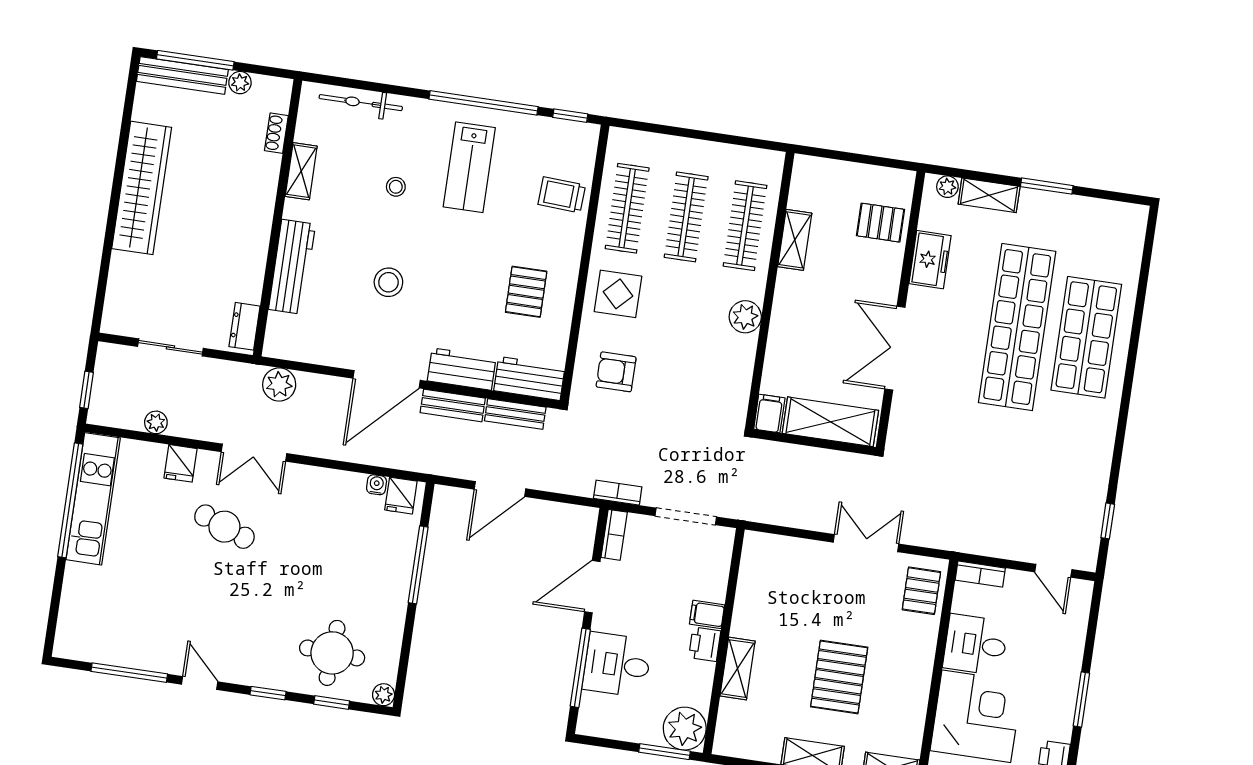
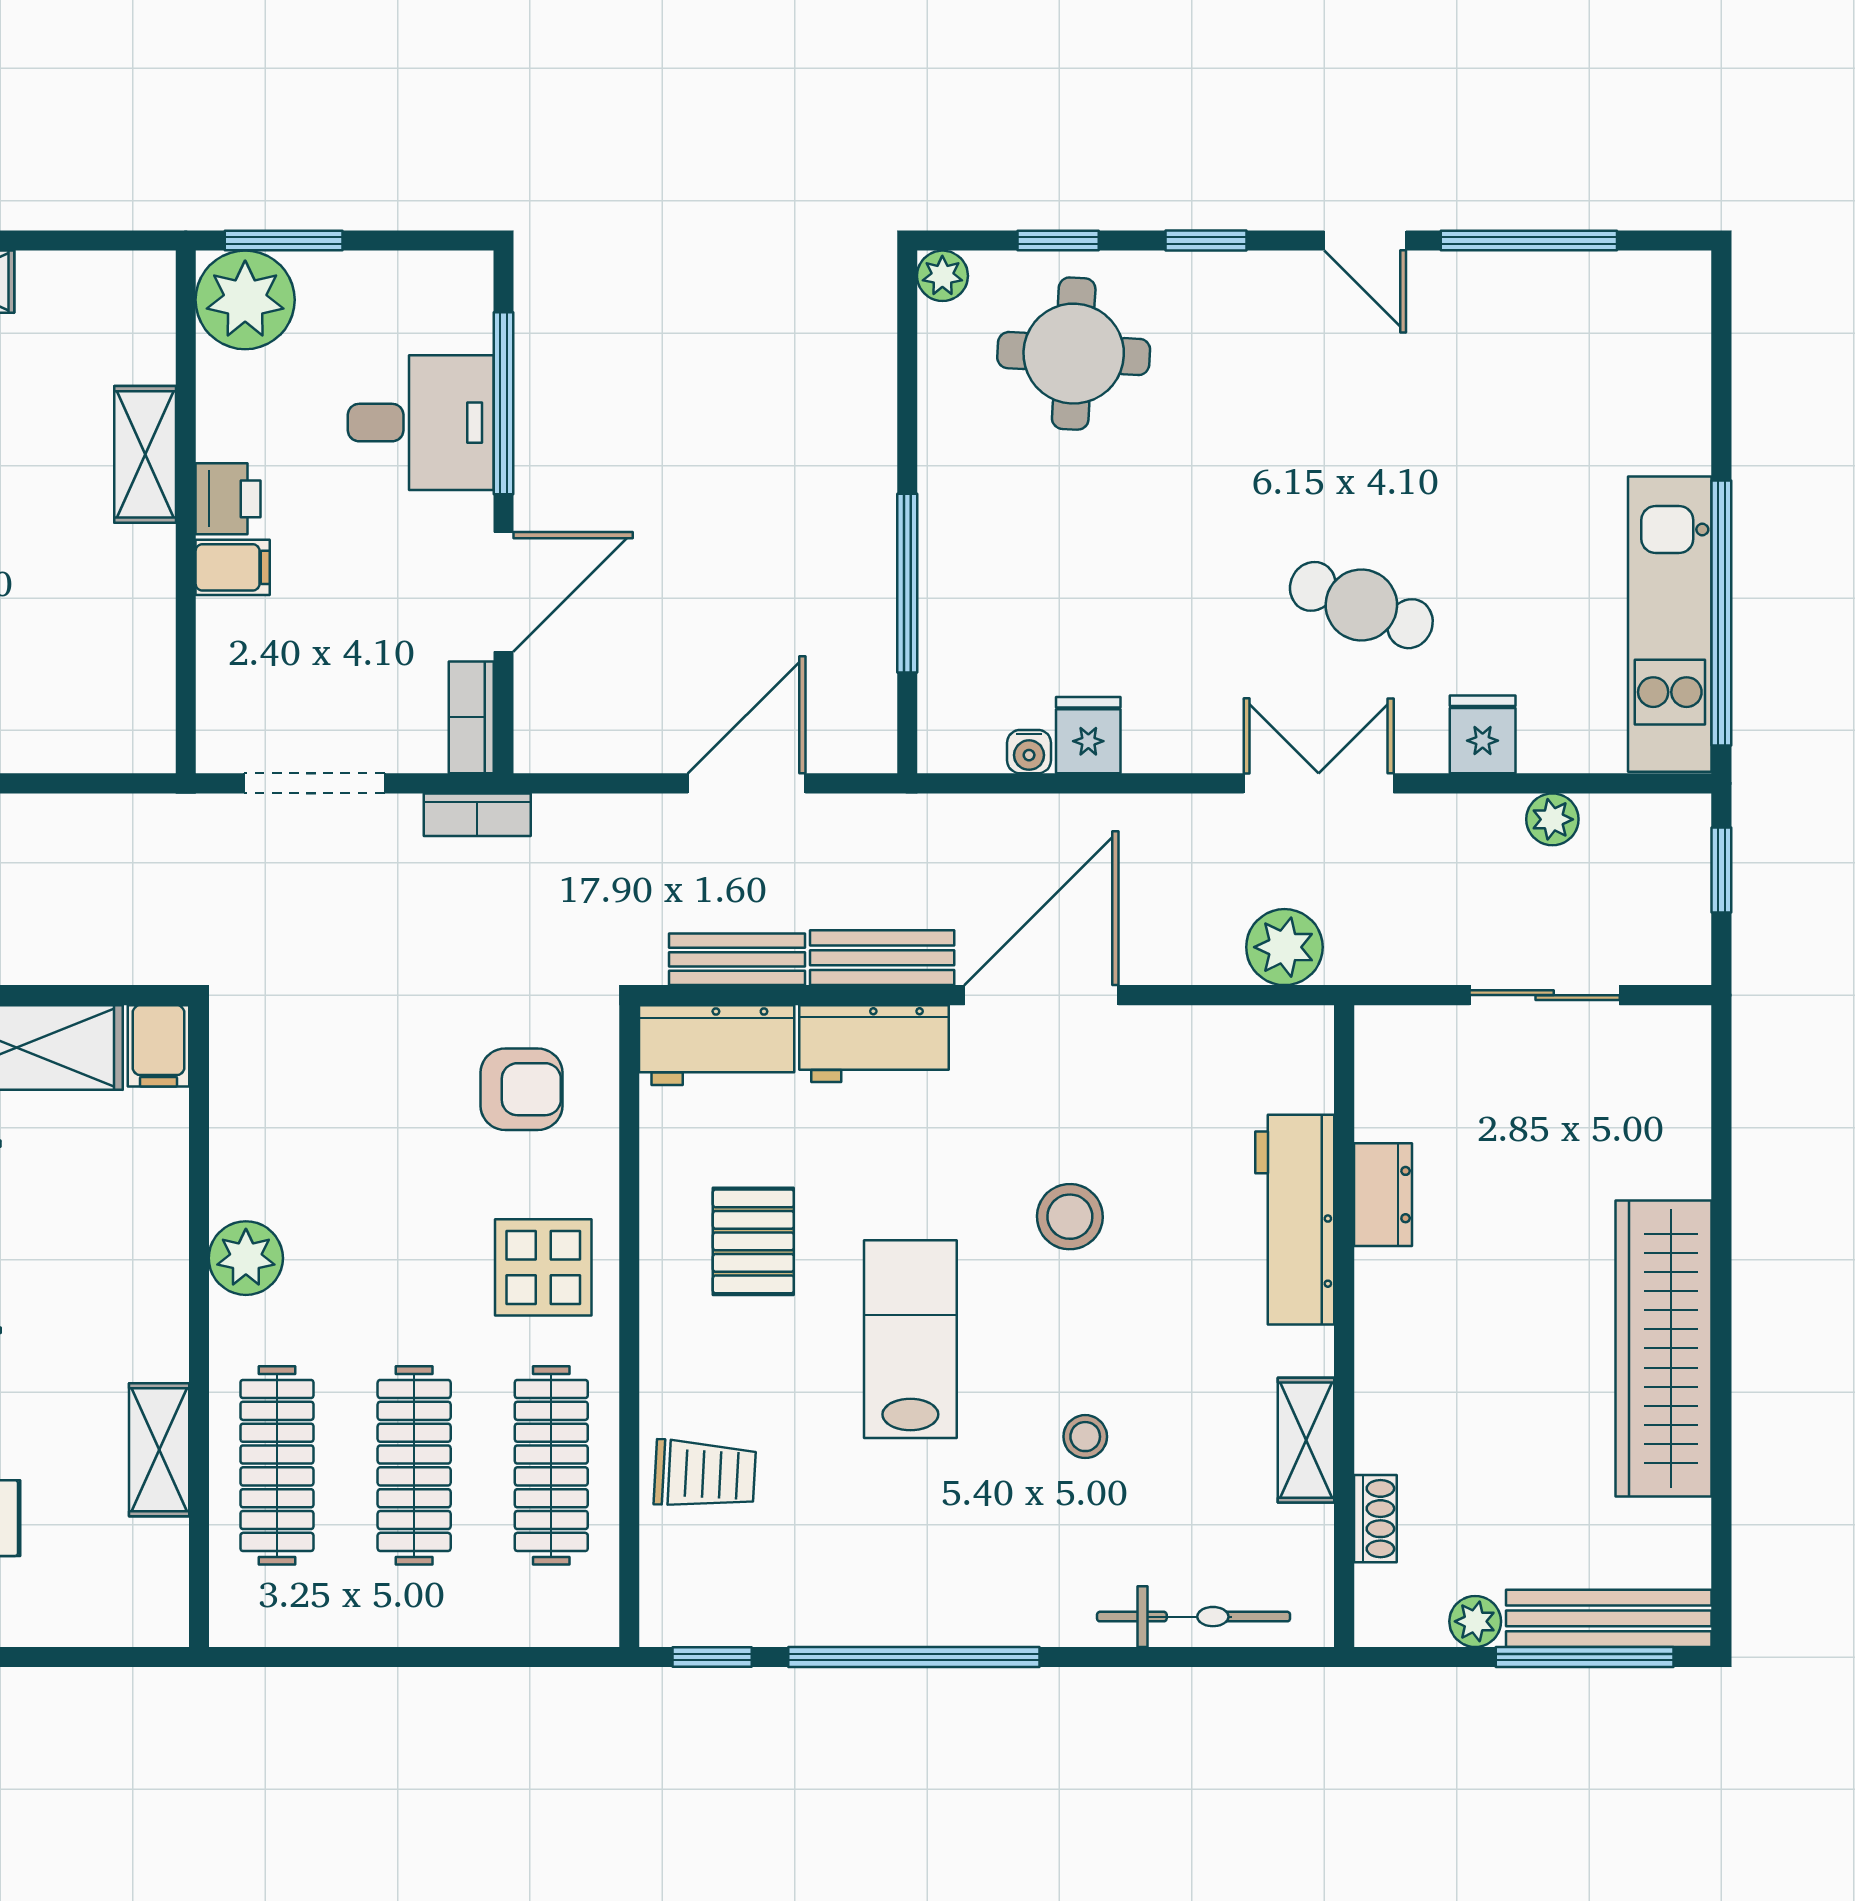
lab bench: (469, 167) -> (910, 1339), moved
dresser: (244, 326) -> (1383, 1195), moved
fridge: (401, 496) -> (1088, 735), moved

